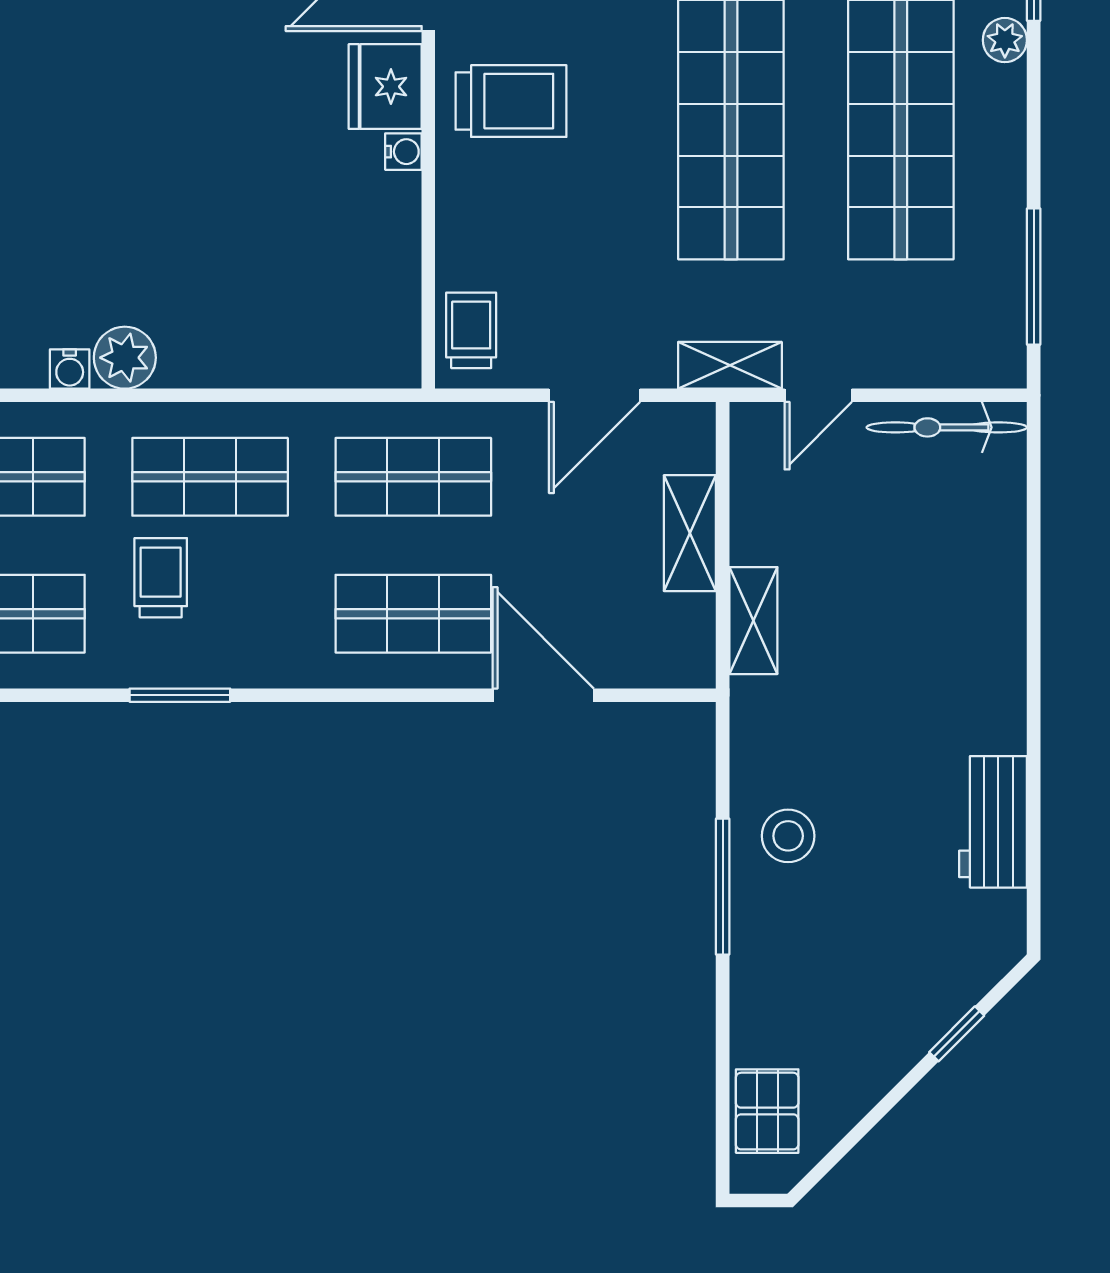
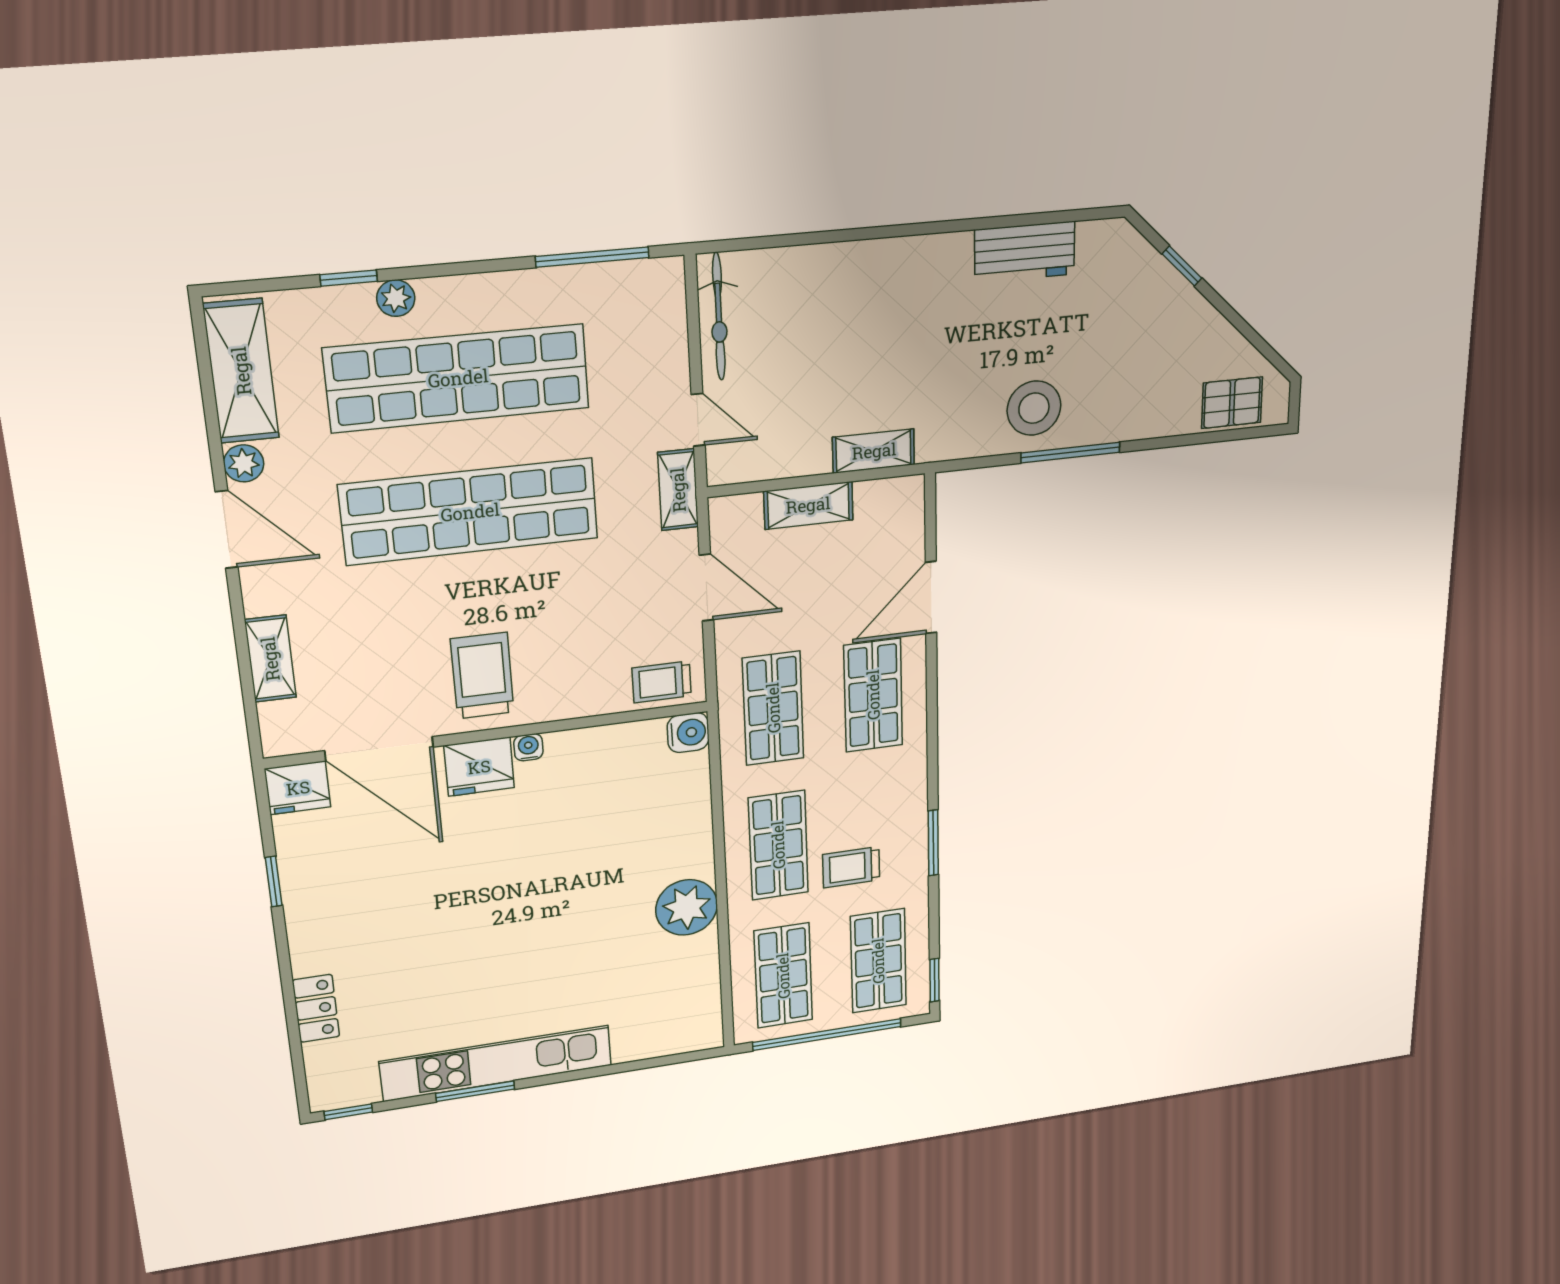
plant: (125, 358) -> (687, 907), width x1.36, depth x1.36
water cooler: (70, 369) -> (688, 733), moved, width x1.38, depth x1.38
stool: (788, 836) -> (1034, 408), width x1.38, depth x1.38

